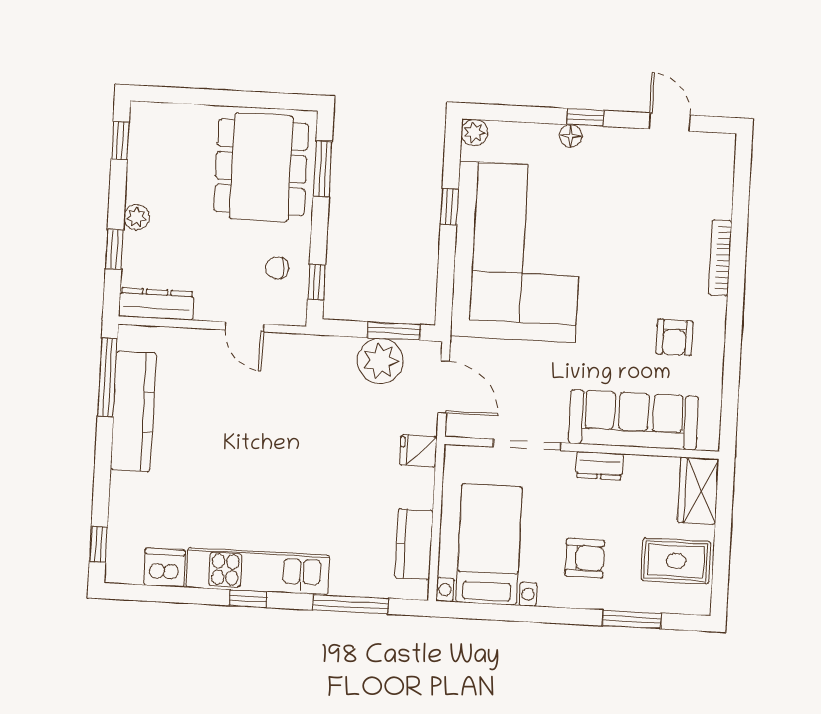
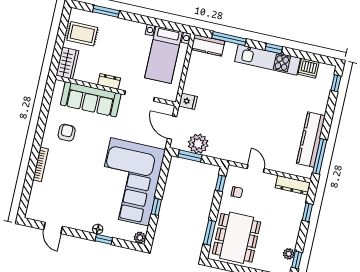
window: (585, 117) -> (104, 239), moved
plant: (137, 217) -> (289, 254), moved
kitchen counter: (414, 544) -> (208, 45), moved, turned 90
armchair: (585, 558) -> (122, 42), removed

